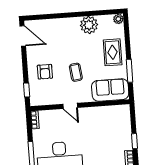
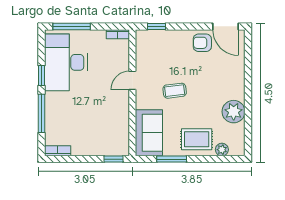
plant: (118, 19) -> (222, 150), moved
door: (23, 36) -> (226, 26), hinge flipped
armchair: (45, 72) -> (202, 43), moved
window: (135, 141) -> (113, 159), moved

